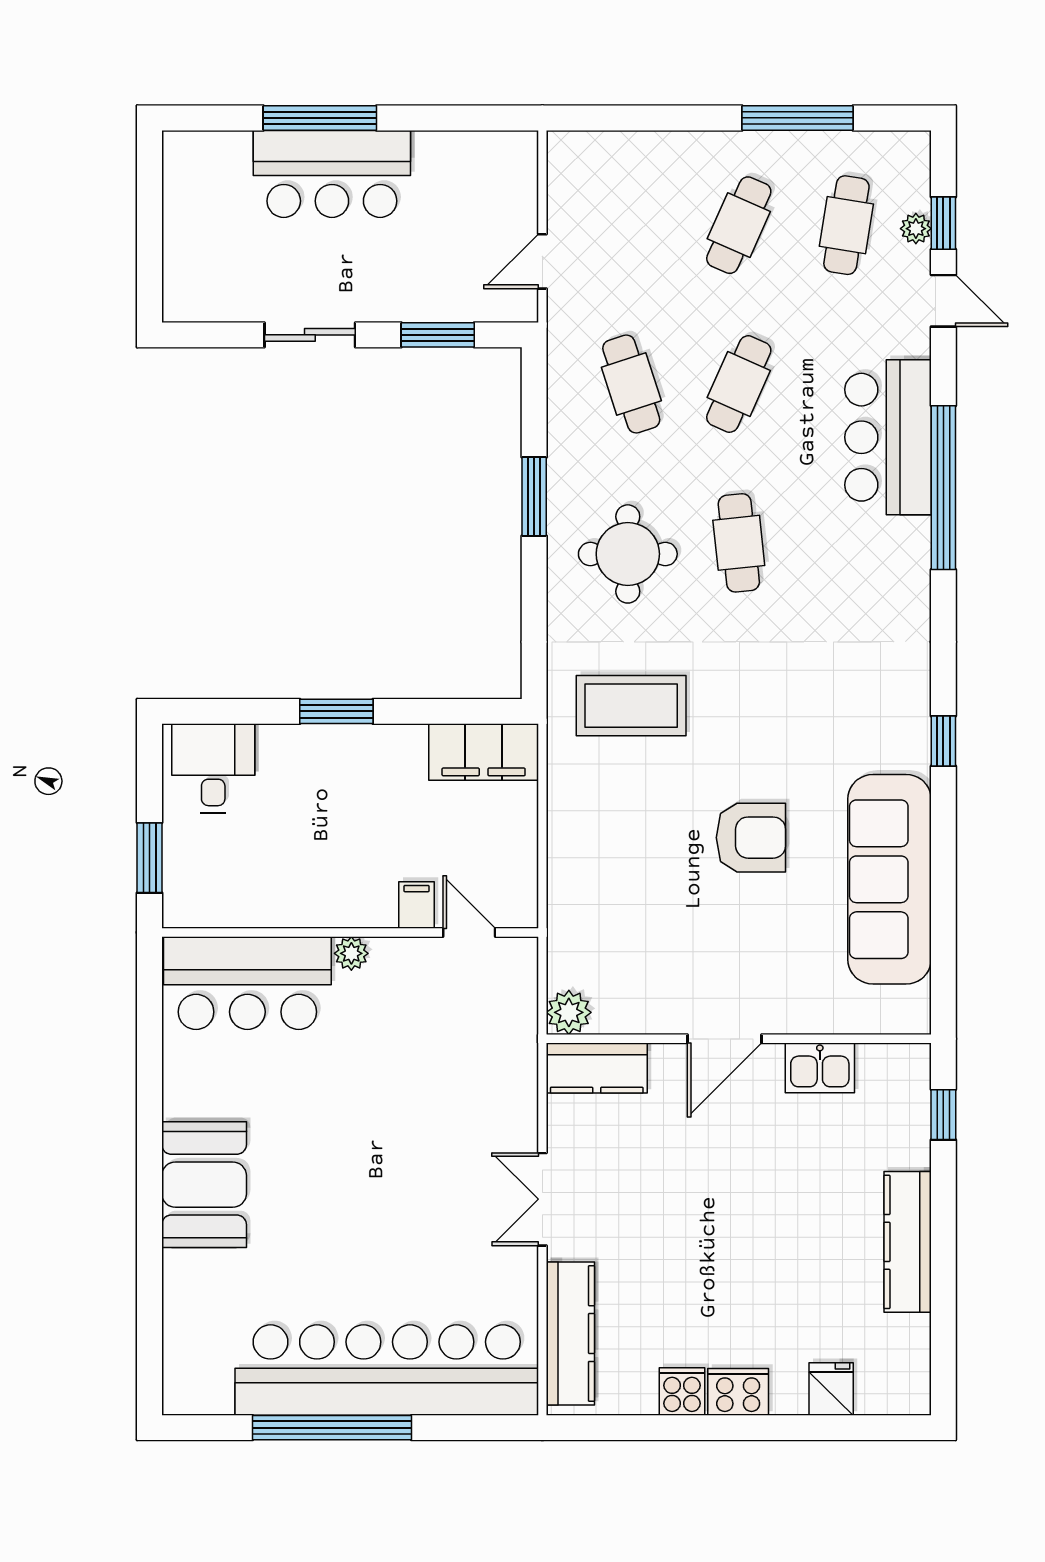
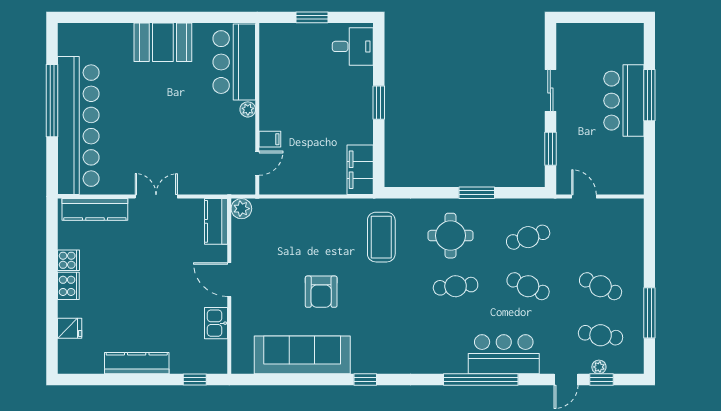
filing cabinet: (417, 905) -> (270, 139), moved
wall: (350, 932) -> (257, 109), moved
door: (469, 932) -> (257, 163), moved
plant: (351, 953) -> (248, 109), moved
bar counter: (247, 983) -> (234, 62), moved

